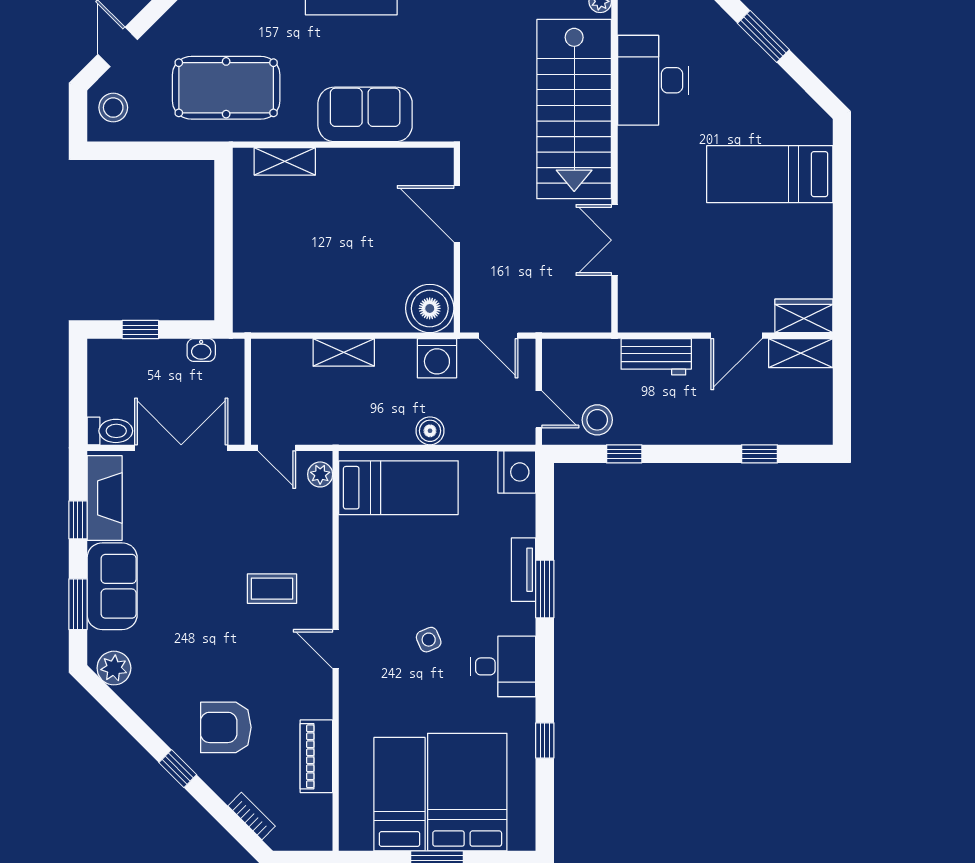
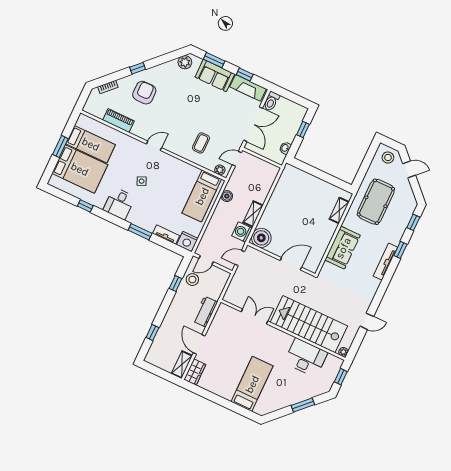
shelving: (344, 352) -> (253, 214), moved
boiler: (430, 431) -> (227, 196), moved
tv unit: (524, 570) -> (166, 235), moved
coffee table: (272, 589) -> (201, 143), moved

